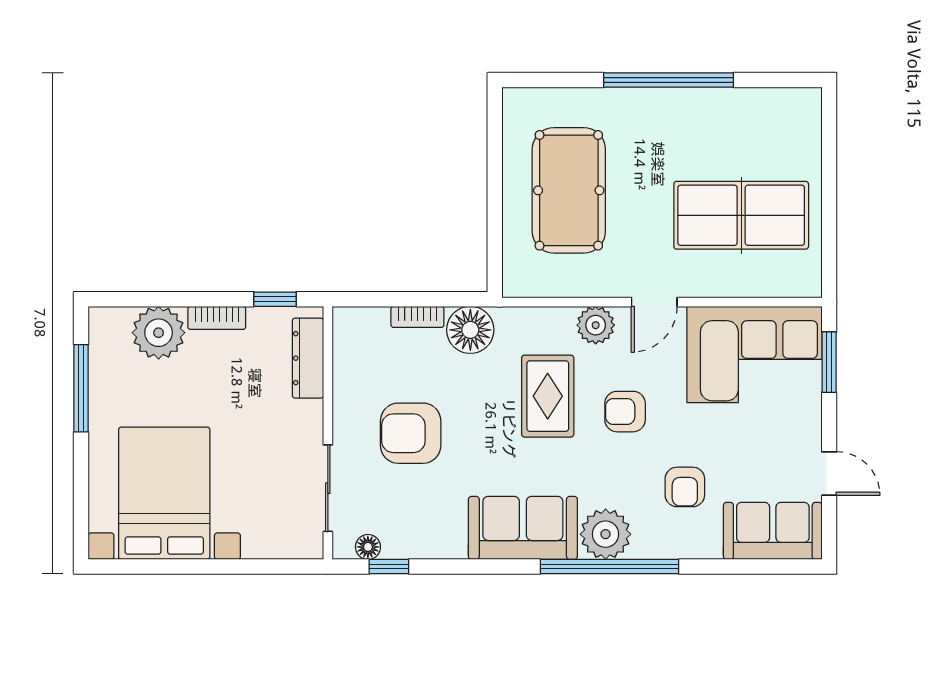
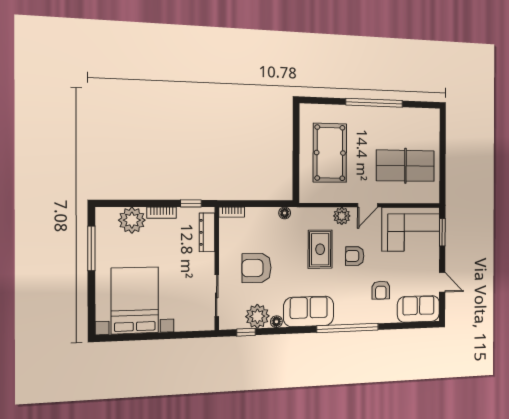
bookcase: (417, 317) -> (232, 212), moved
floor lamp: (470, 330) -> (285, 213), width x0.53, depth x0.53
plant: (606, 534) -> (257, 316), moved
floor lamp: (368, 547) -> (276, 322), moved

